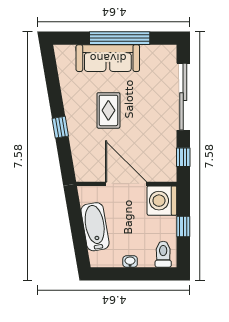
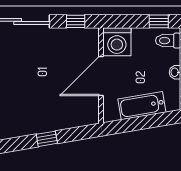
rug: (108, 110) -> (31, 93), removed
window: (183, 227) -> (159, 21), moved

